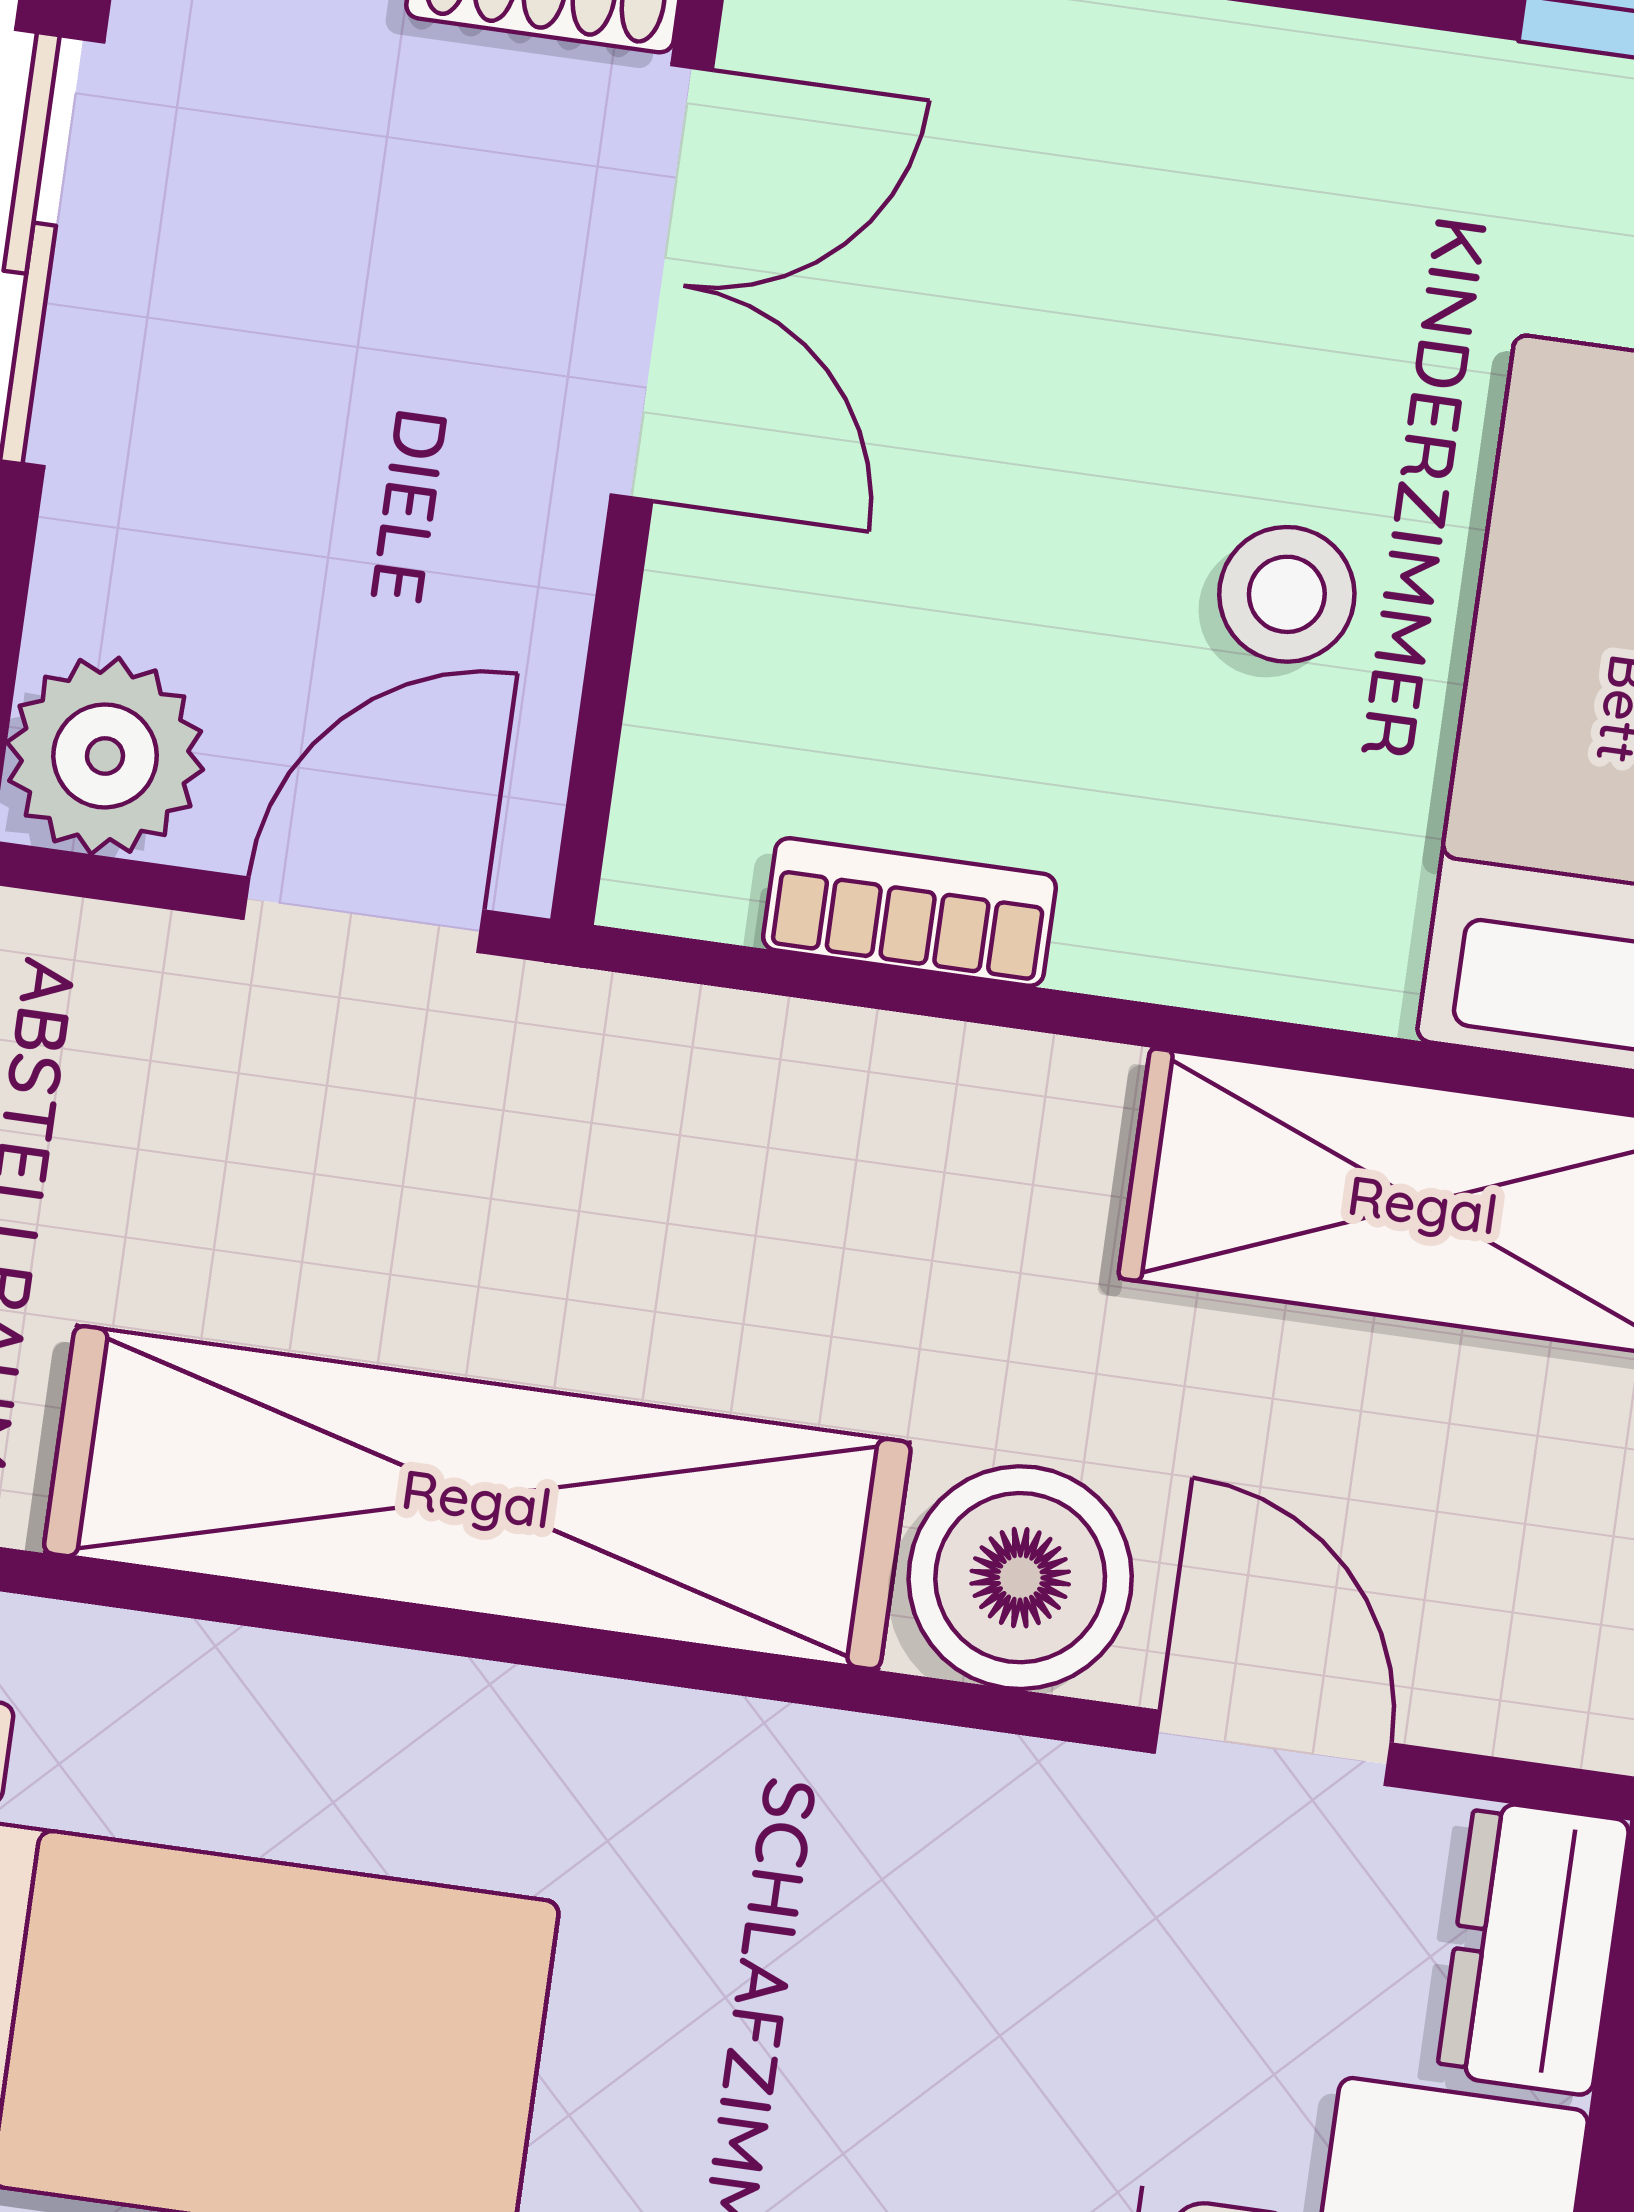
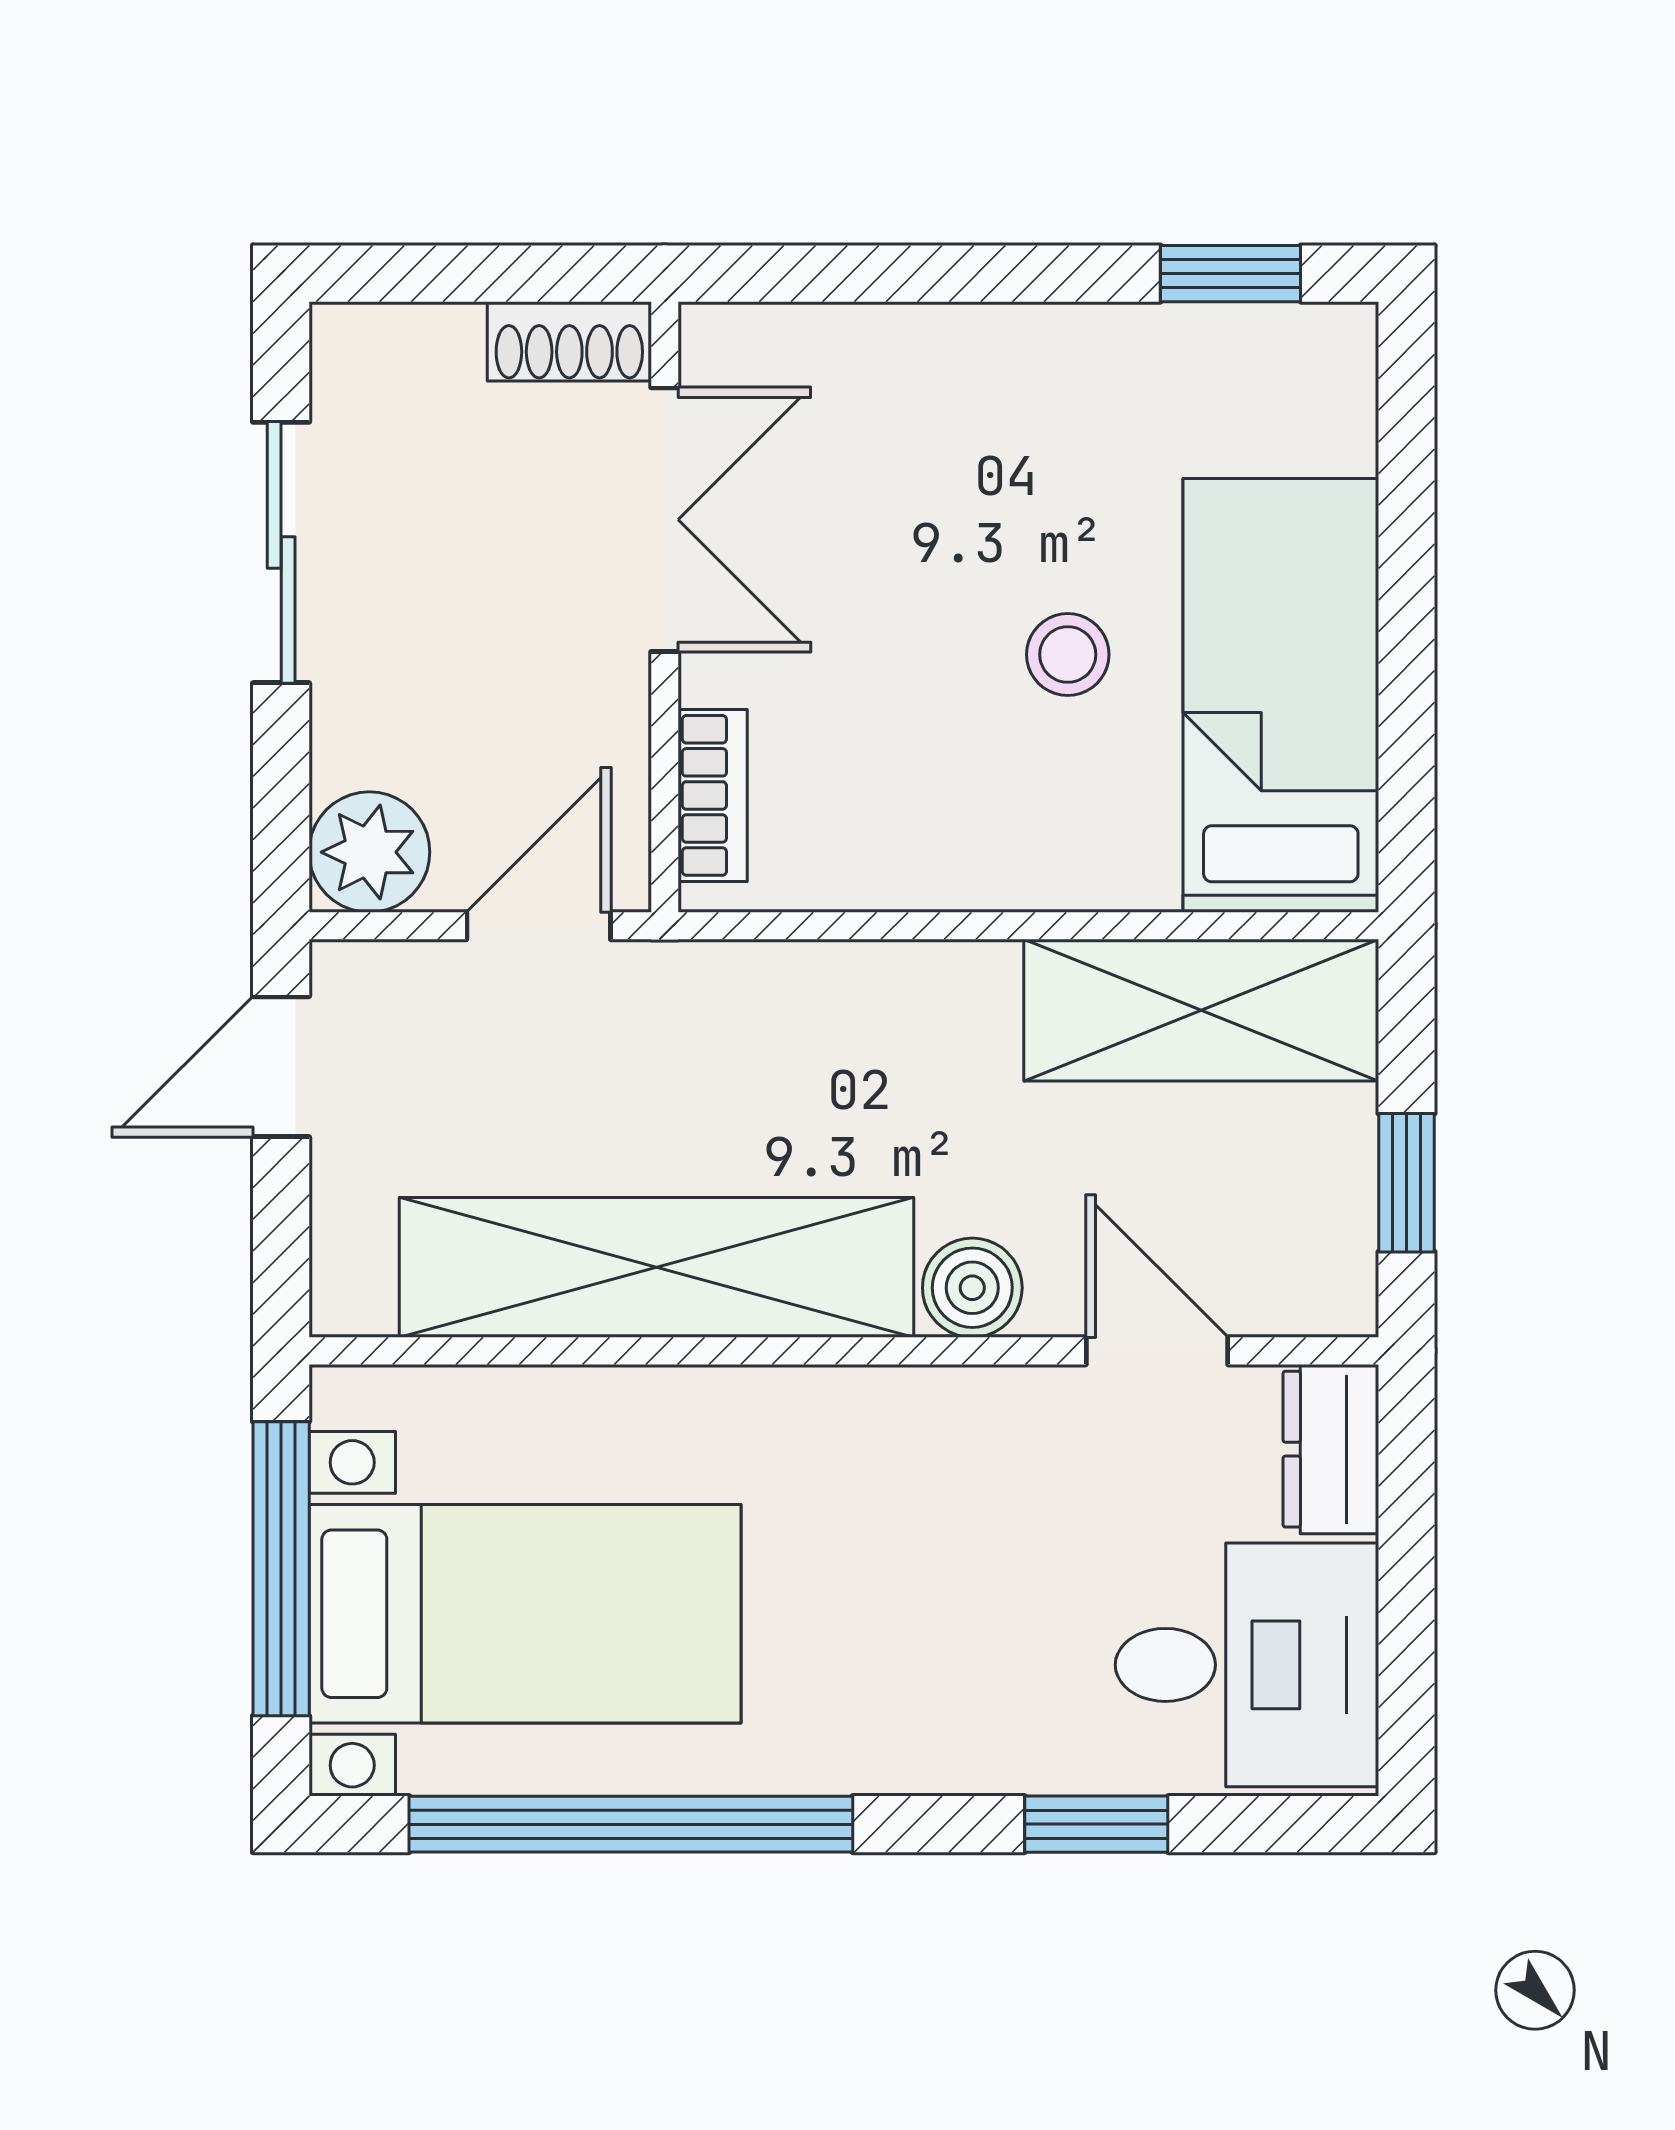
bookcase: (909, 912) -> (713, 795), moved, turned 90
boiler: (1020, 1578) -> (972, 1288), width x0.73, depth x0.73

